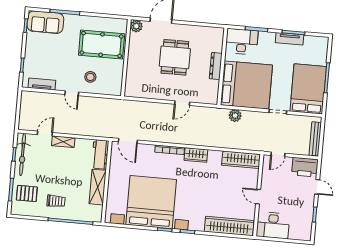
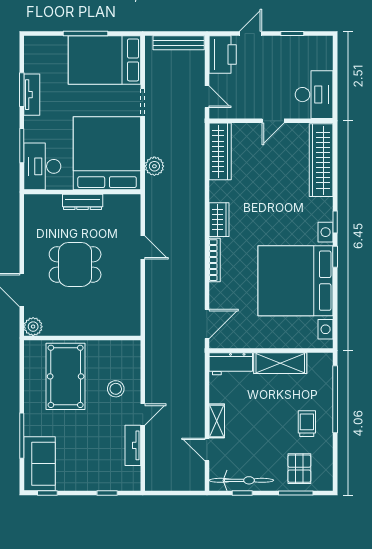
tv unit: (42, 84) -> (133, 445), moved

